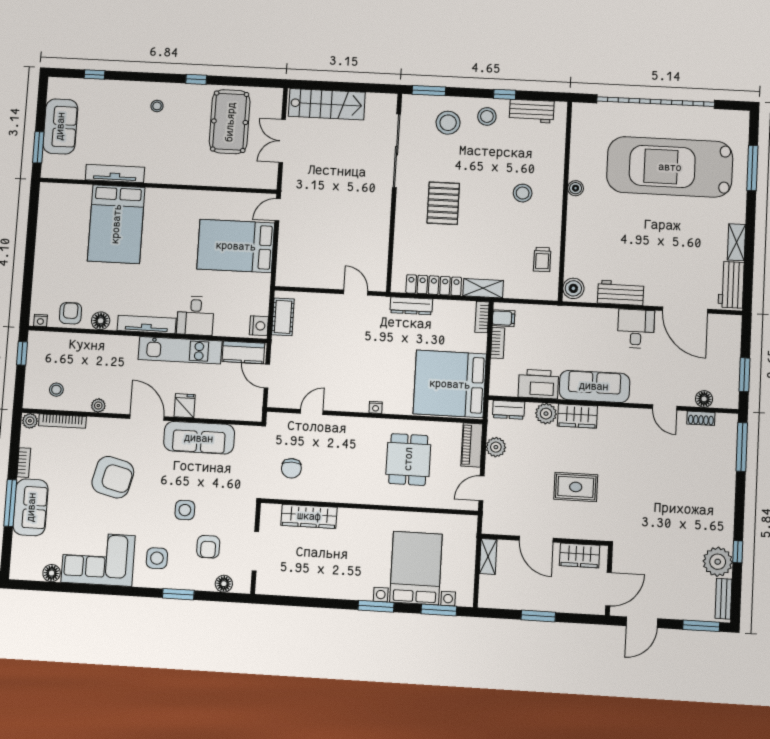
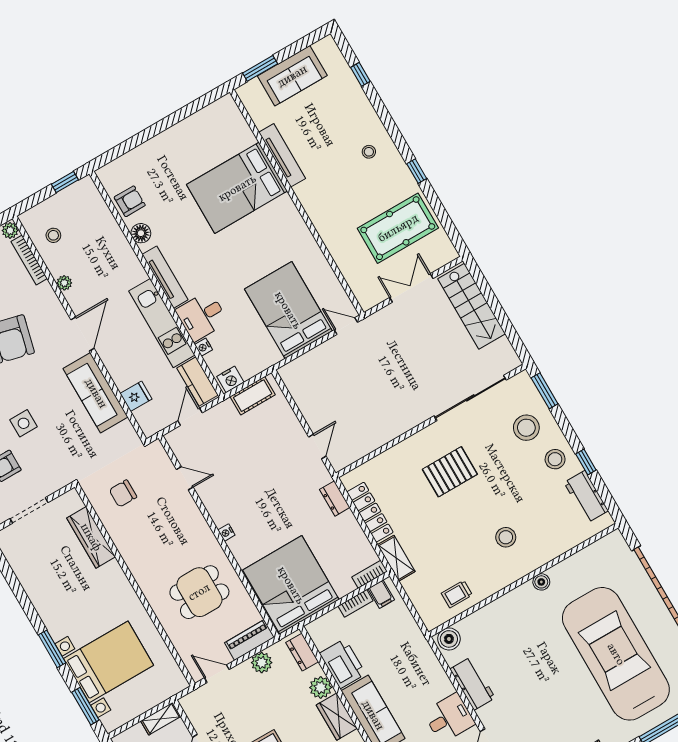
dresser: (411, 306) -> (335, 498), width x0.70
nightstand: (40, 320) -> (204, 347), moved
fridge: (185, 406) -> (136, 396), moved

